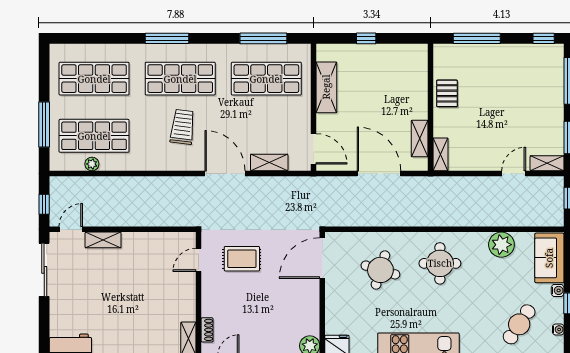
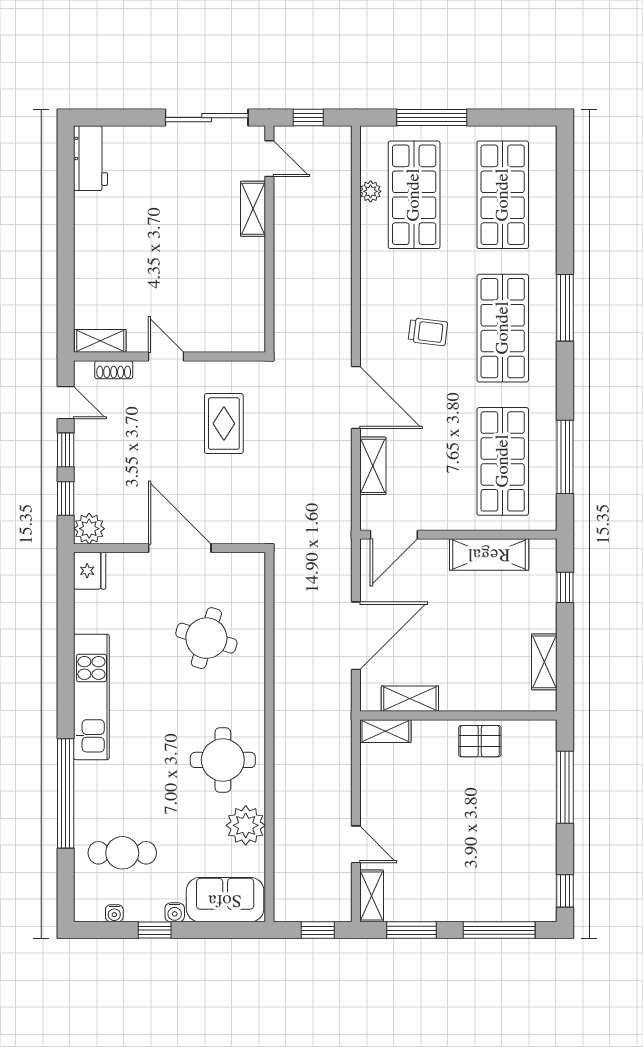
window: (366, 38) -> (565, 587), moved
shelving: (396, 52) -> (544, 662), added
trolley: (183, 127) -> (428, 332), width x0.73, depth x0.72
door: (225, 173) -> (356, 397), hinge flipped
door: (322, 258) -> (180, 548), moved
door: (199, 260) -> (166, 356), moved
round table: (440, 263) -> (223, 760), moved
cafe table: (519, 324) -> (122, 853), turned -34

